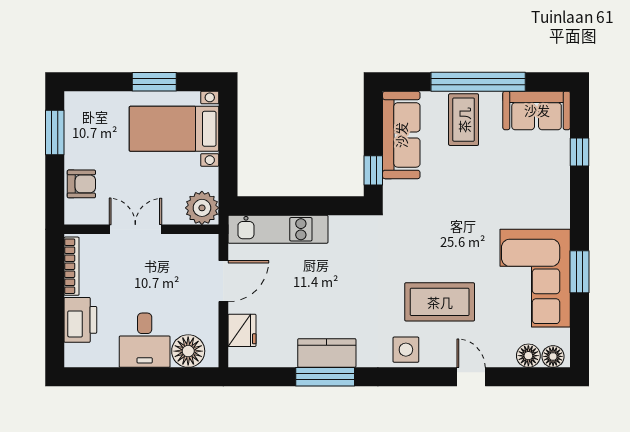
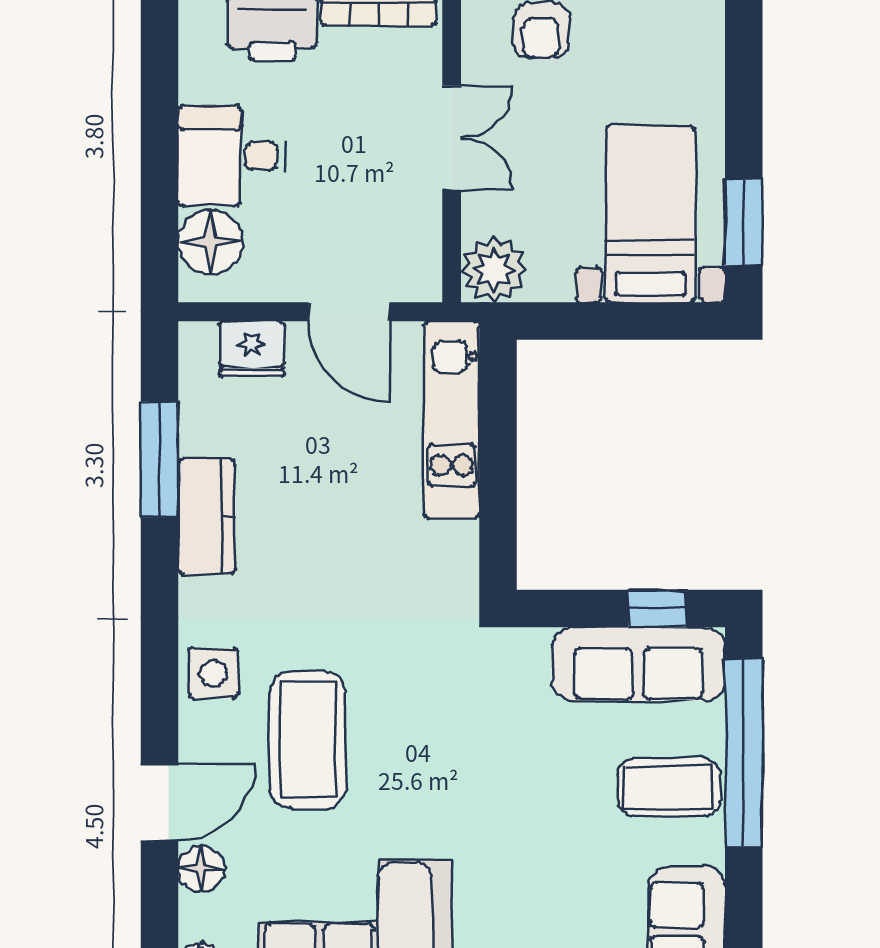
window: (154, 82) -> (744, 222), moved
window: (478, 82) -> (744, 753), moved
window: (373, 170) -> (657, 609), moved
floor lamp: (528, 356) -> (201, 869), moved
window: (325, 377) -> (160, 459), moved
door: (471, 377) -> (160, 802), width x1.38

